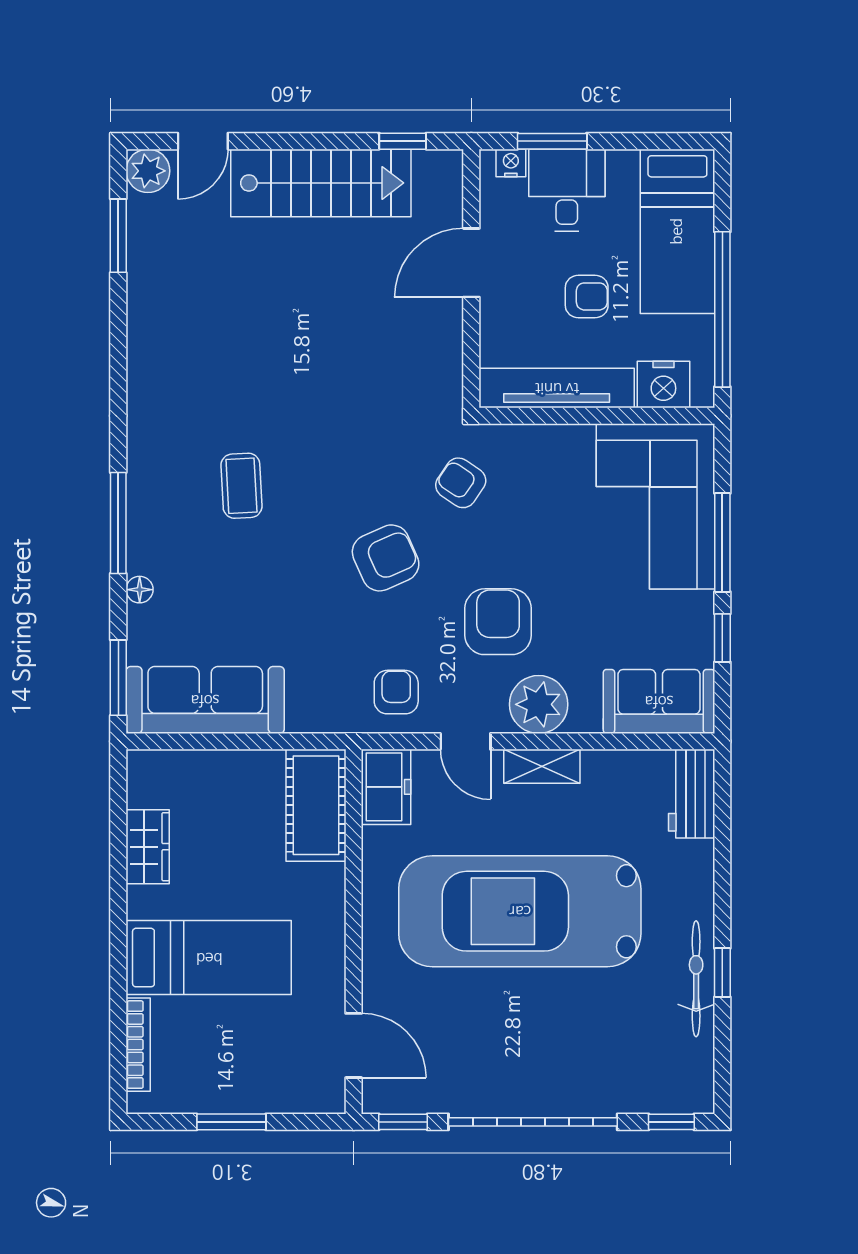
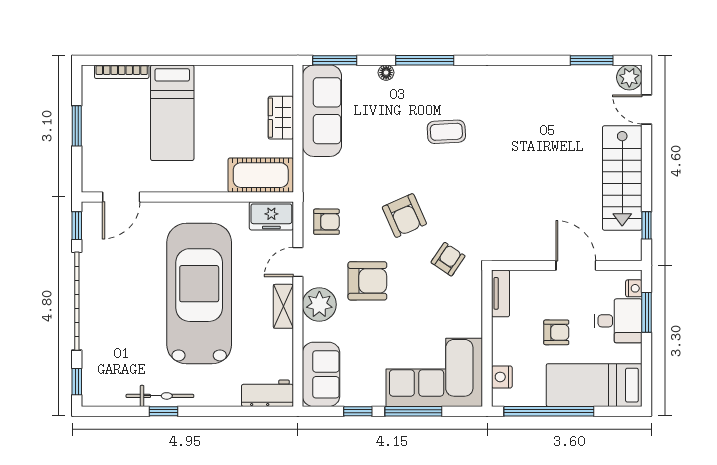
armchair: (587, 296) -> (556, 332), turned -90
nightstand: (663, 385) -> (502, 377), width x0.74, depth x0.75
tv unit: (557, 388) -> (501, 293), width x0.52, depth x0.78
wardrobe: (148, 847) -> (281, 118), moved, turned 90

